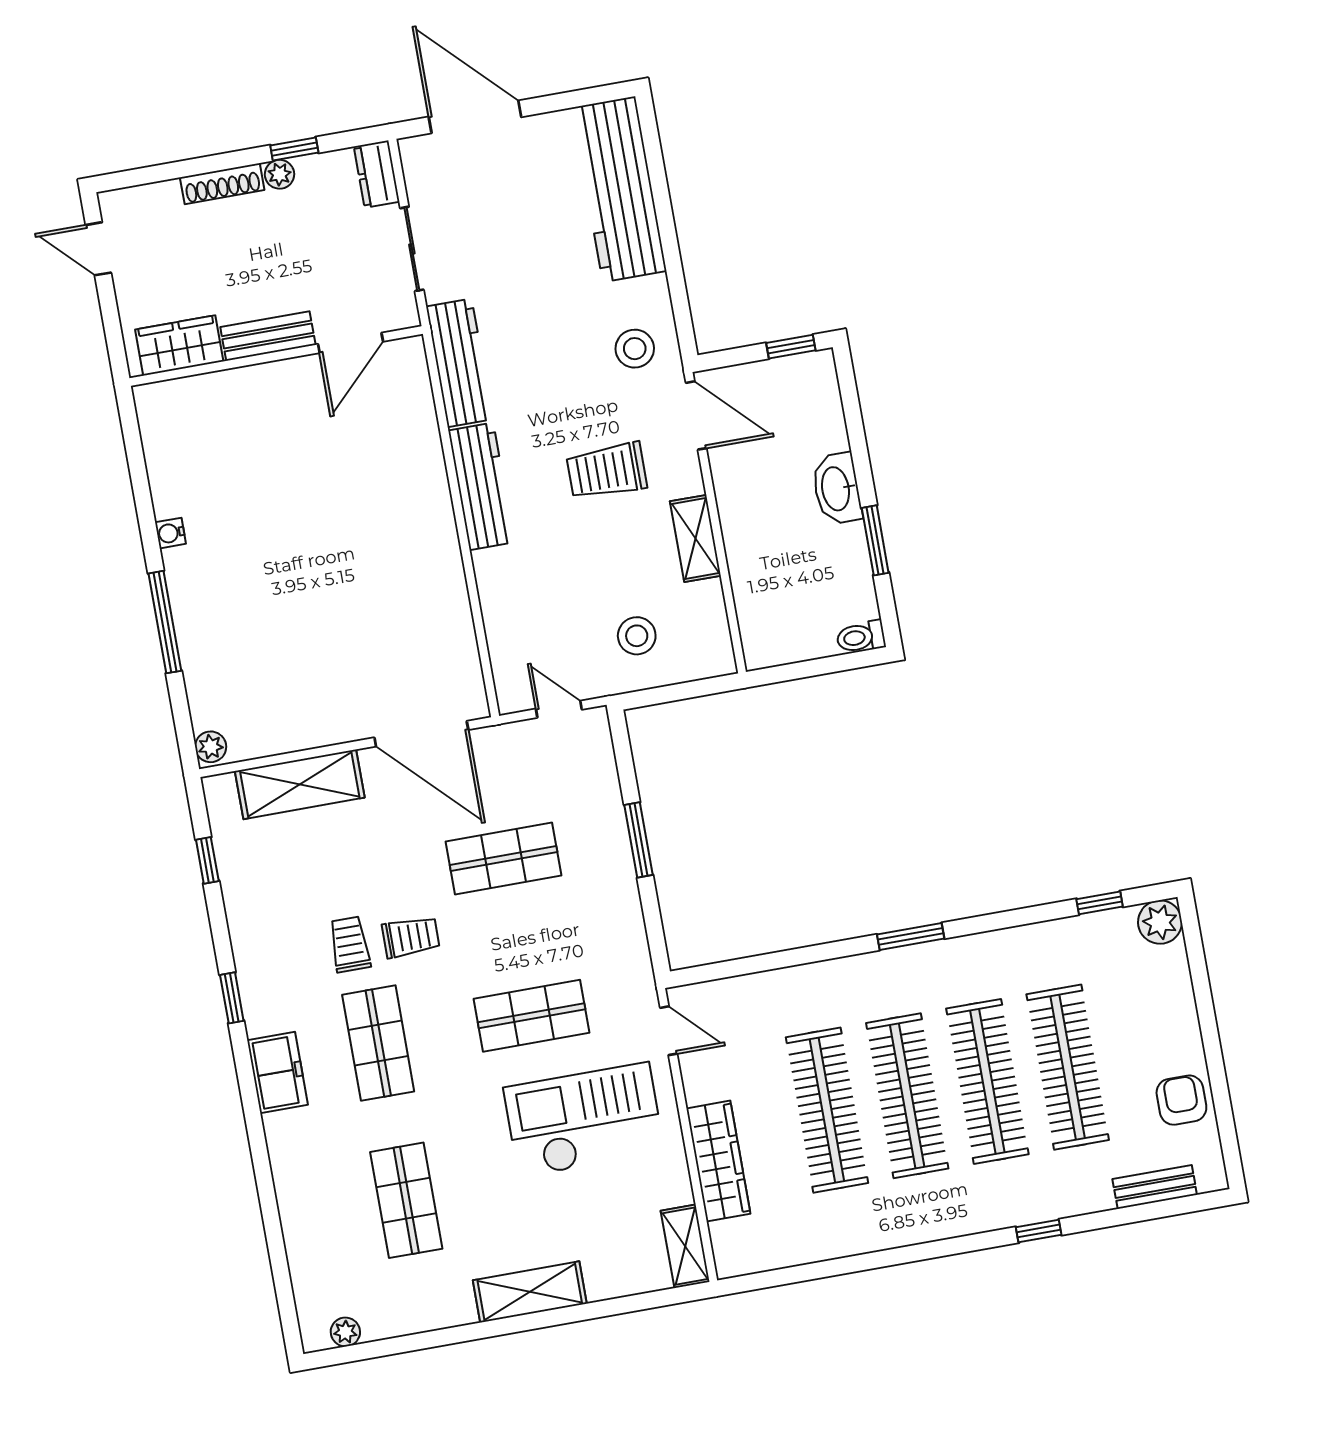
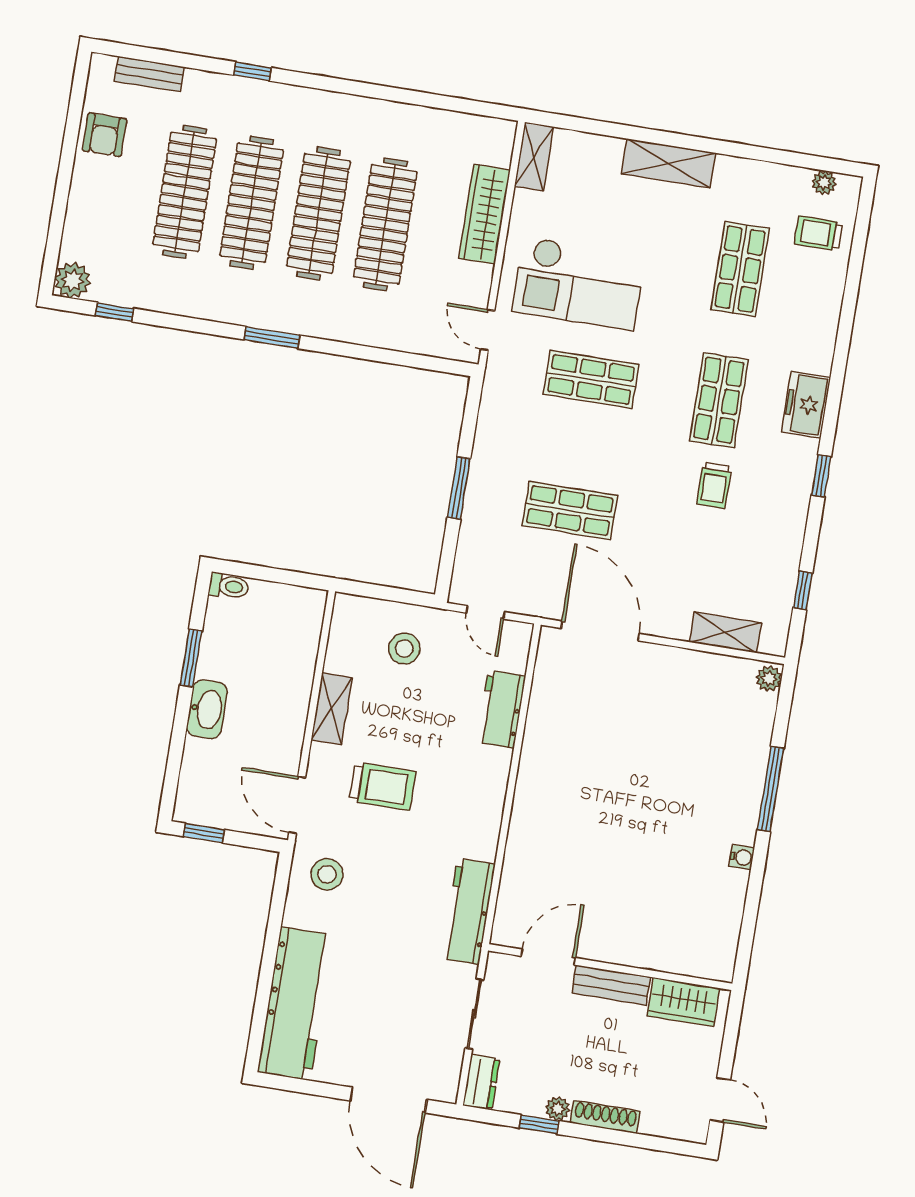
workbench: (481, 486) -> (501, 709), moved, width x0.73
shelving: (300, 784) -> (725, 632), width x0.67, depth x0.75
trolley: (411, 937) -> (818, 233), moved

